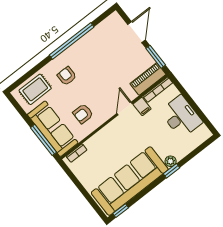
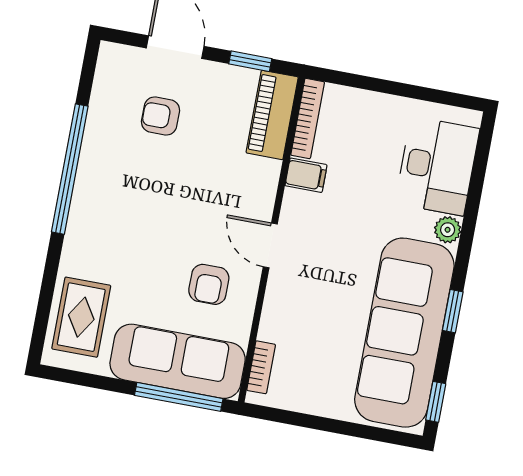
window: (156, 57) -> (250, 61), width x0.67
armchair: (67, 76) -> (160, 116), moved
door: (125, 109) -> (270, 245), moved
desk: (181, 117) -> (437, 166), moved, turned 90
window: (172, 171) -> (453, 311), moved

